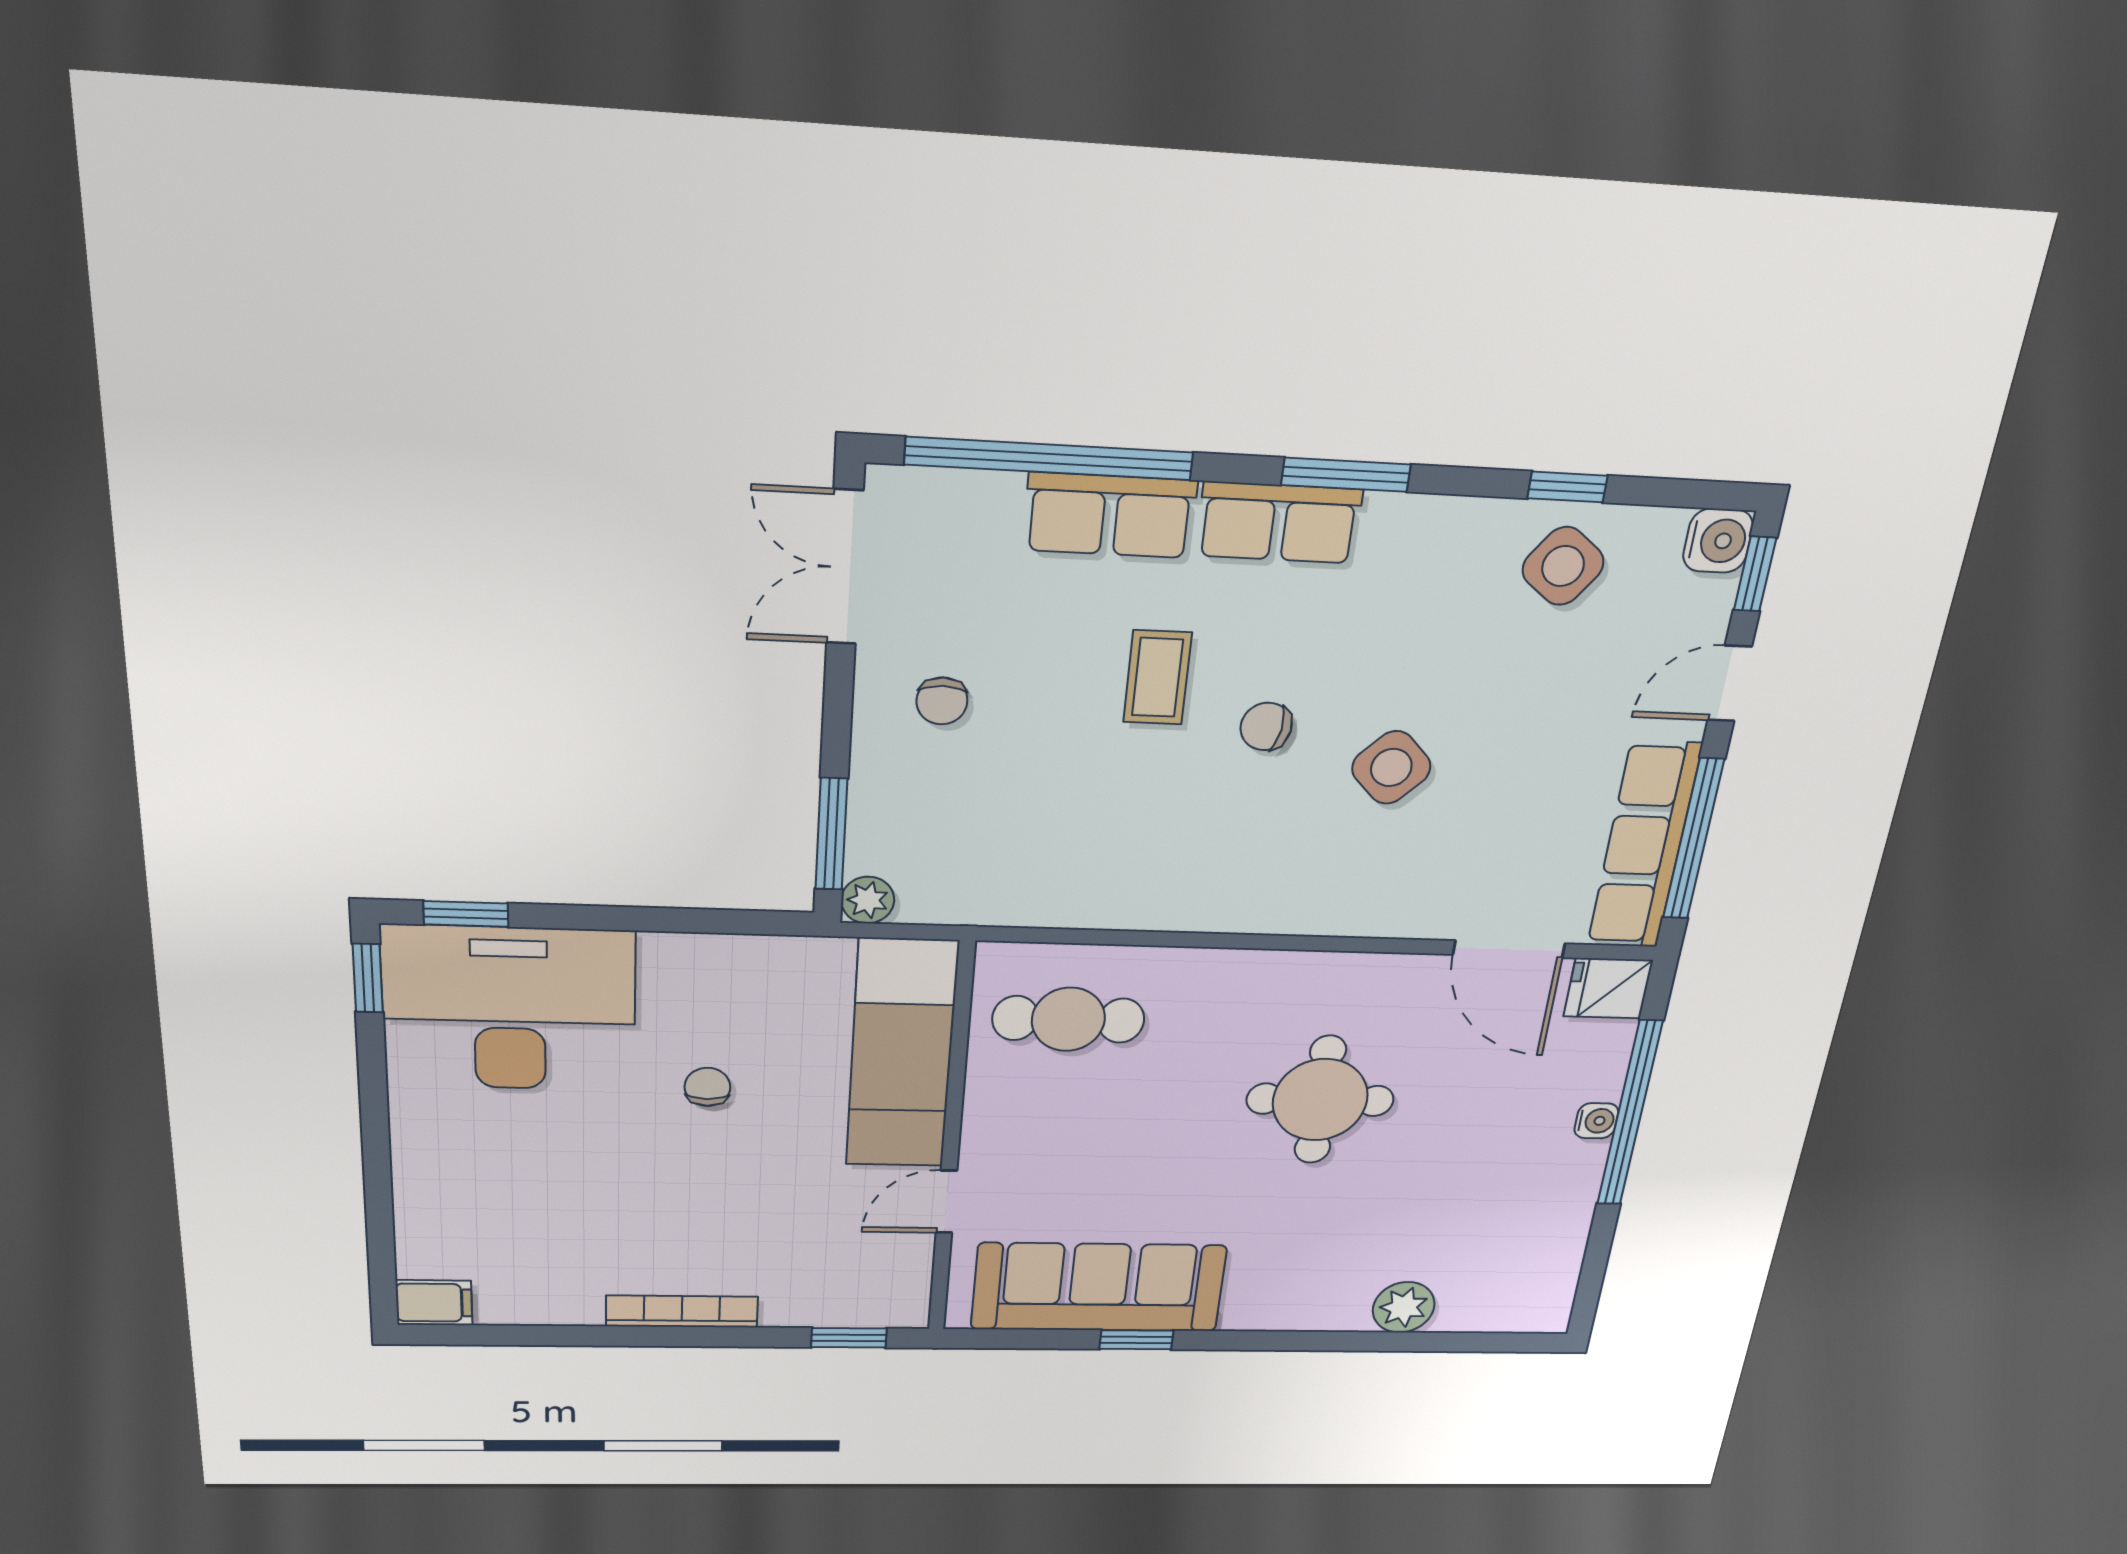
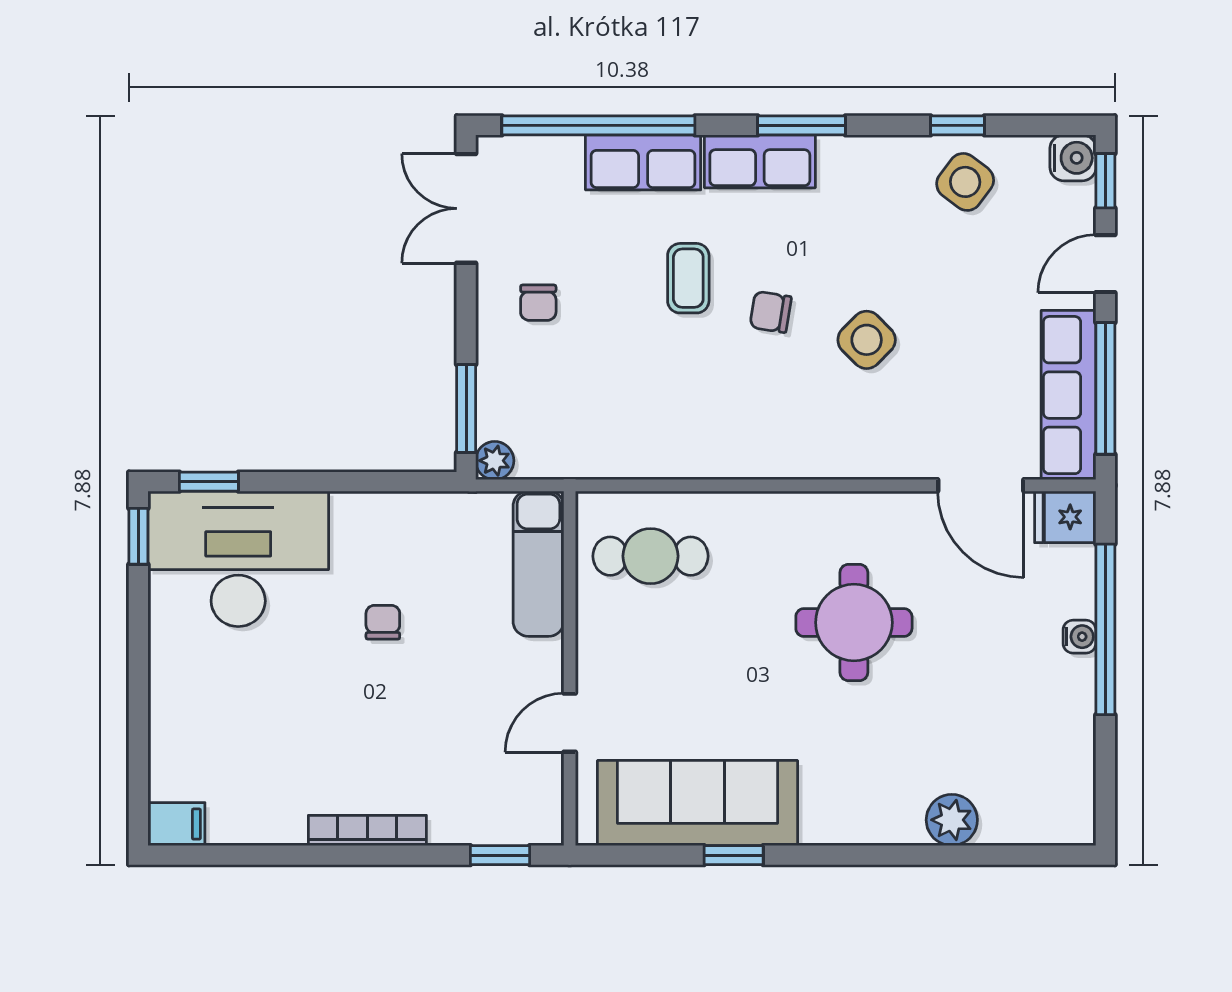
exam couch: (902, 1054) -> (538, 564), width x0.73, depth x0.69

